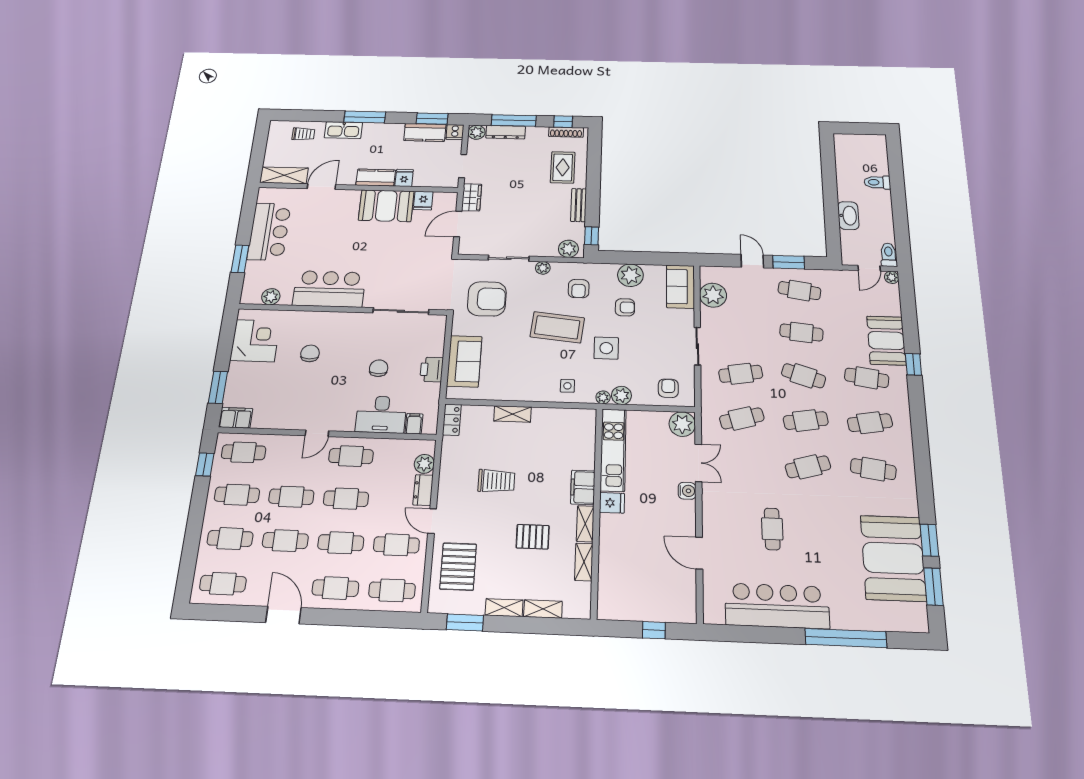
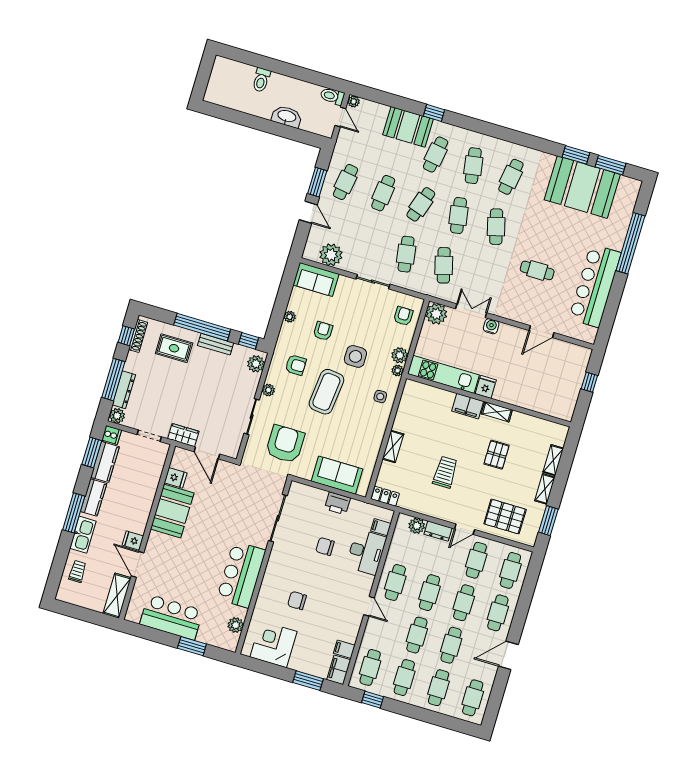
kitchen counter: (376, 178) -> (94, 497), moved, turned 180
fridge: (404, 178) -> (133, 541), moved
window: (593, 188) -> (202, 327), added
door: (752, 261) -> (308, 212), swing flipped
plant: (630, 275) -> (290, 317), width x0.53, depth x0.53
armchair: (668, 388) -> (403, 316), turned 90
filing cabinet: (261, 418) -> (344, 649), added
shelving: (584, 562) -> (526, 421), removed

